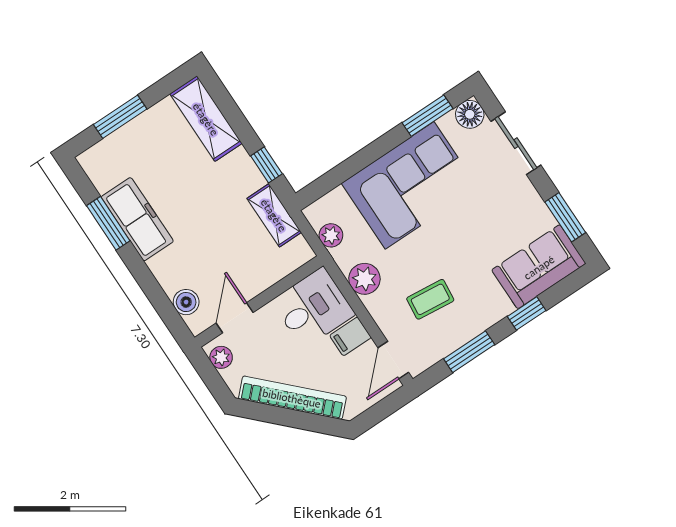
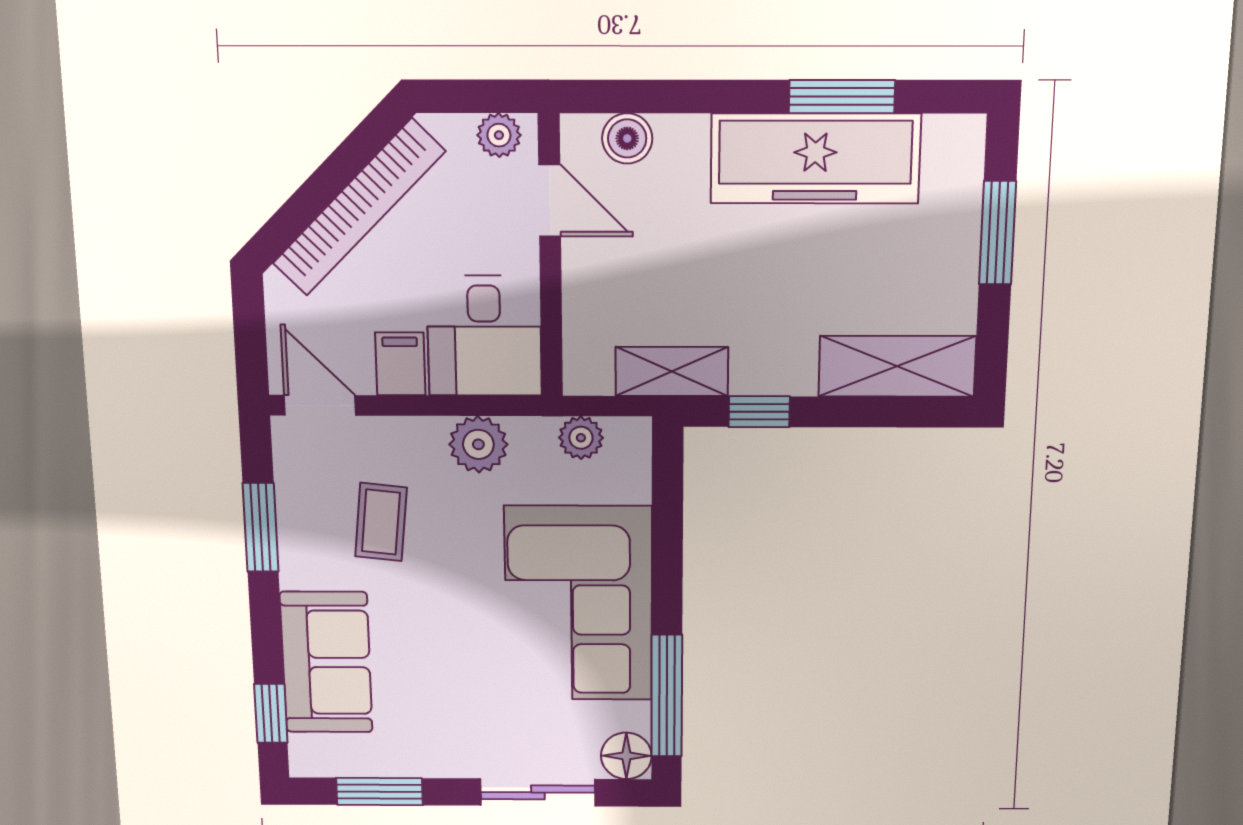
window: (427, 116) -> (667, 696), width x1.44
freezer: (137, 219) -> (815, 159), width x1.36, depth x1.26
sofa: (539, 267) -> (326, 662), moved
window: (527, 313) -> (271, 713), moved

